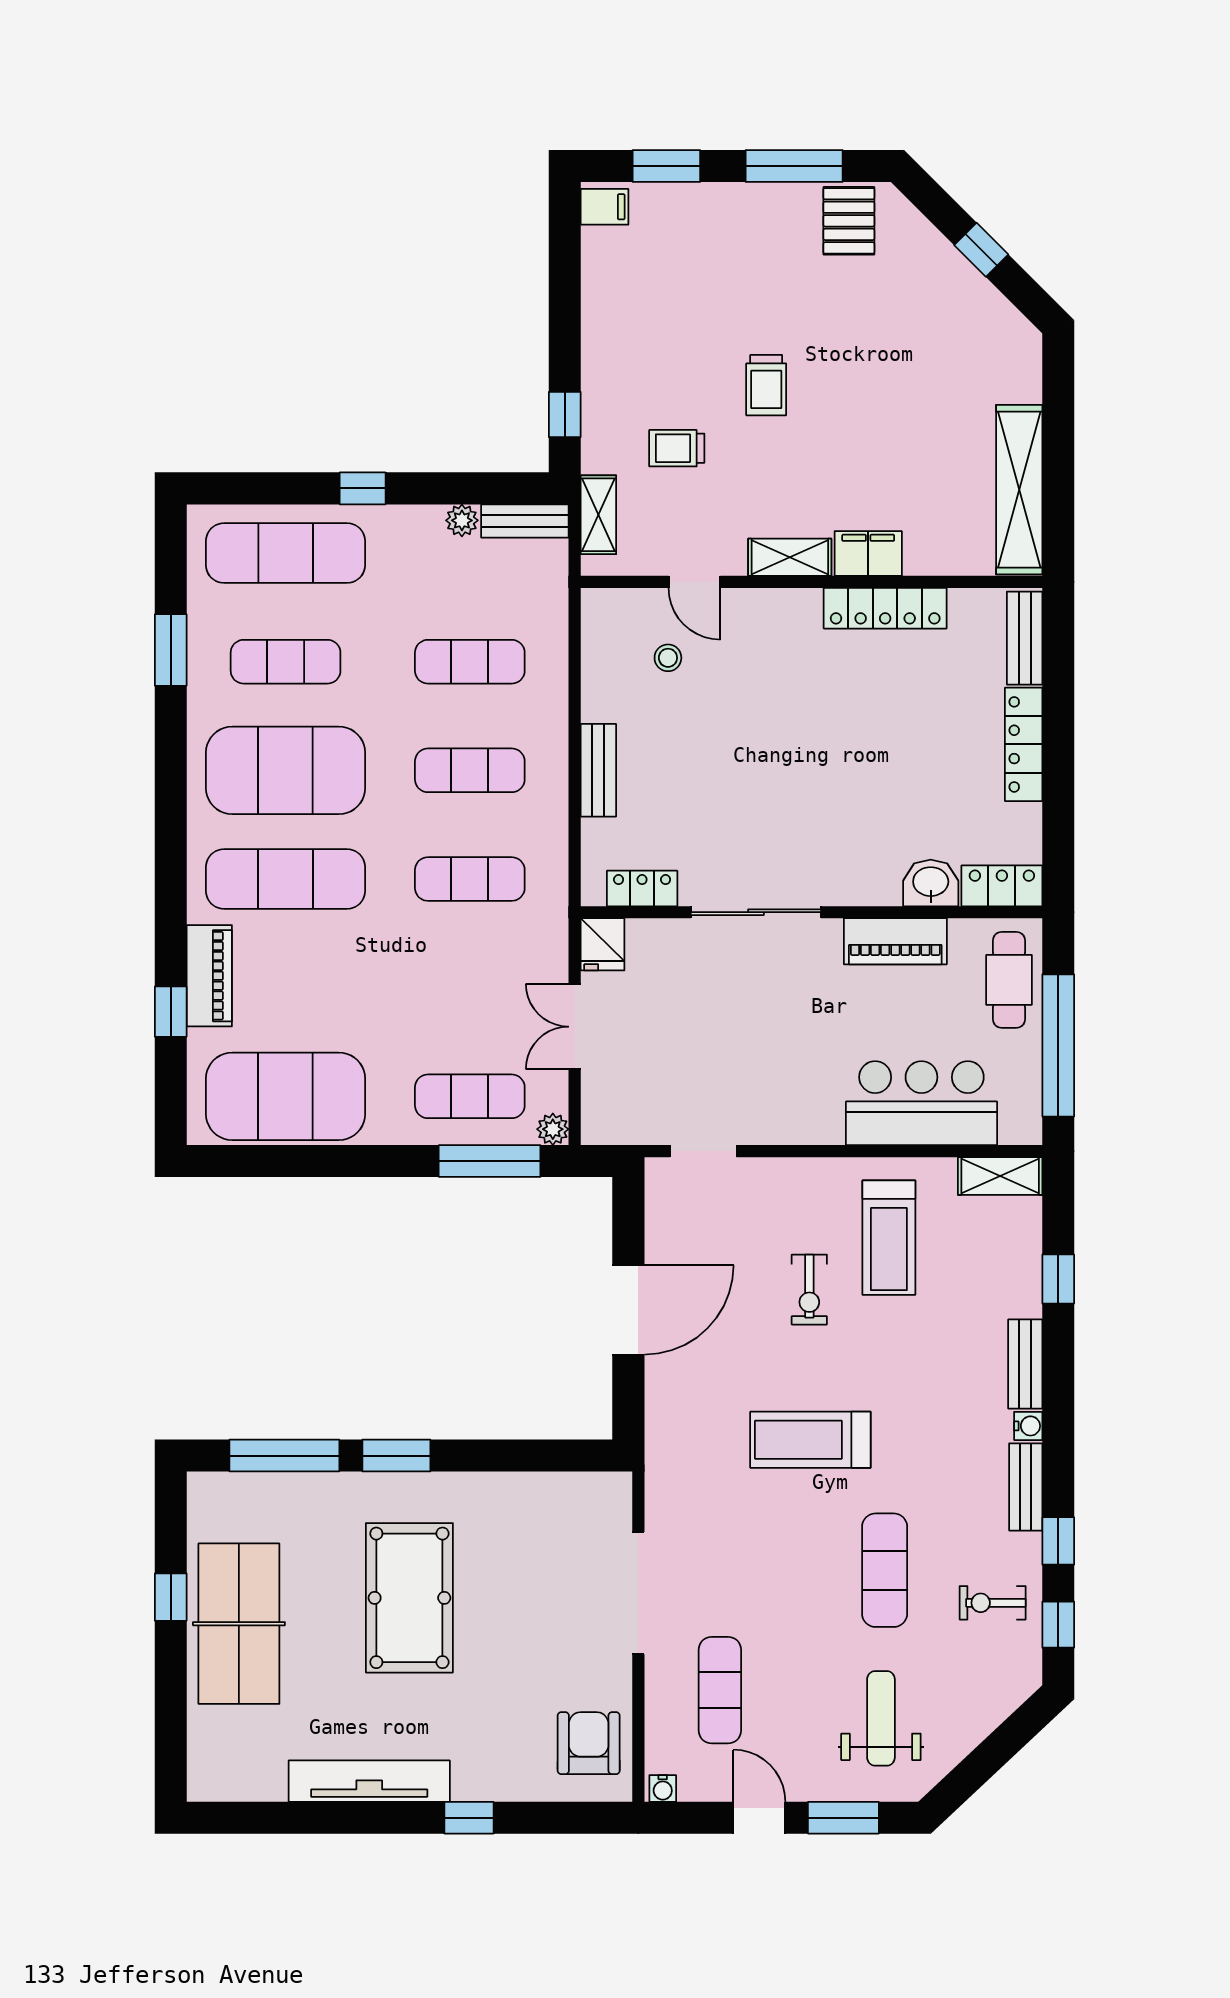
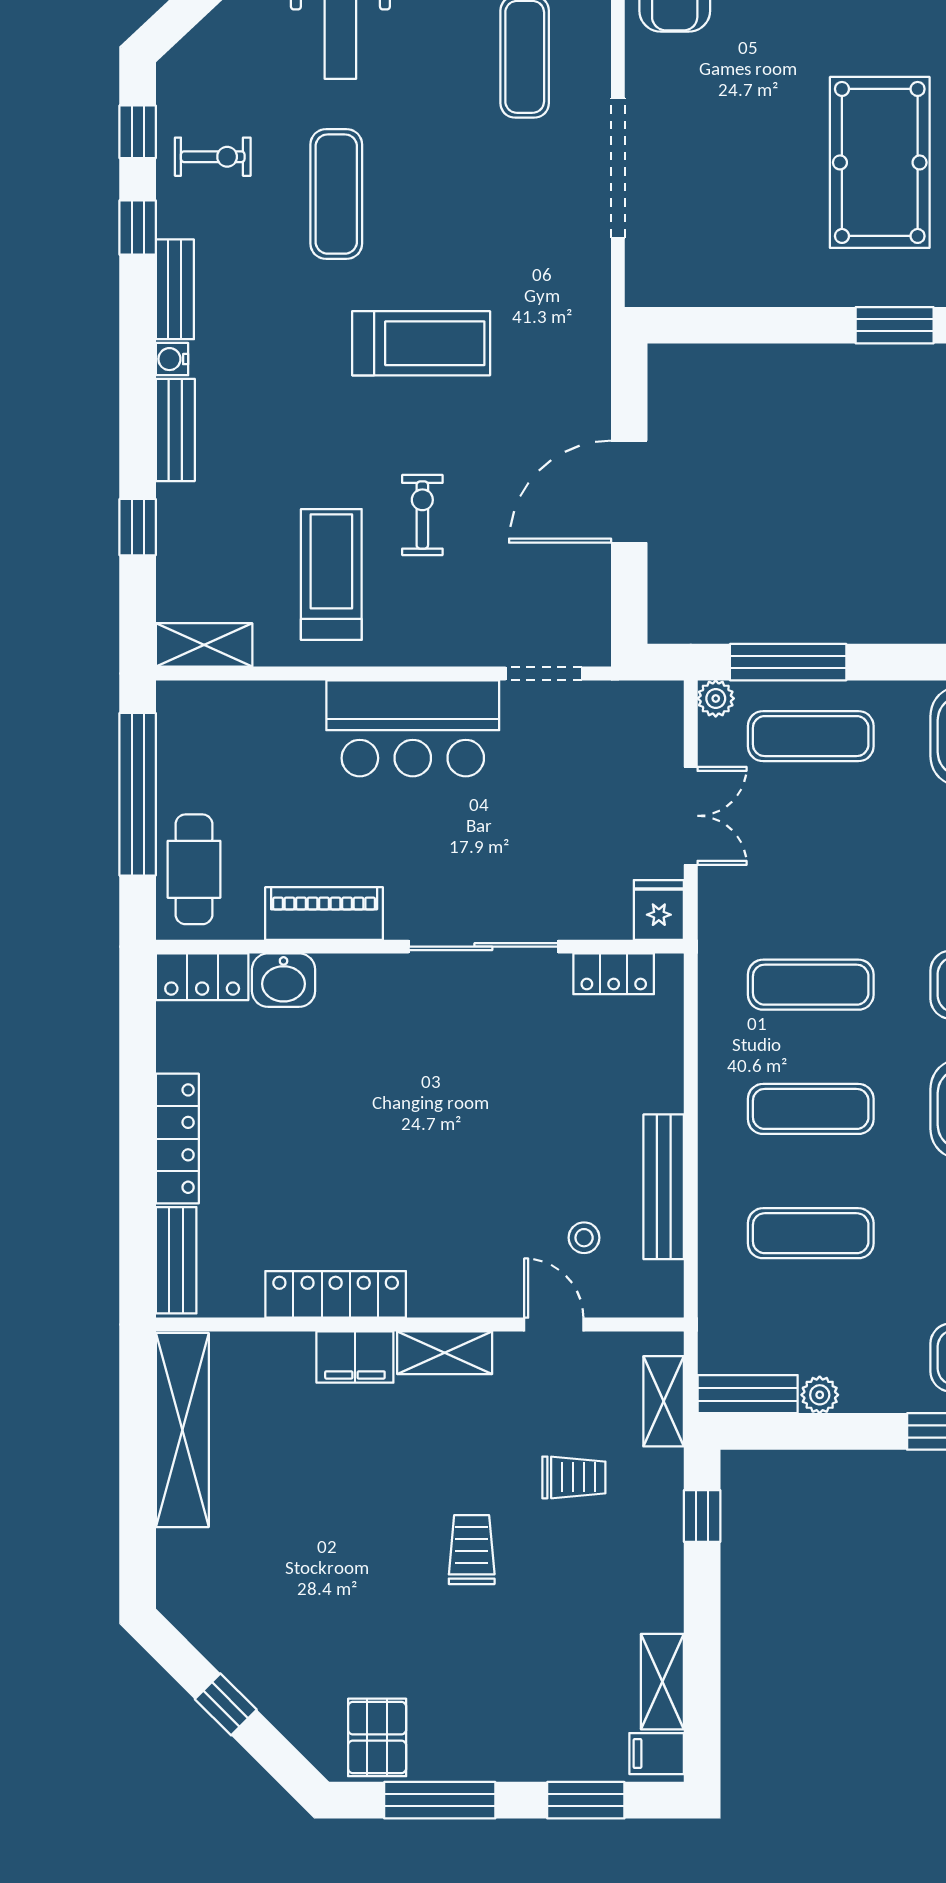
shelving: (599, 270) -> (662, 1682), added
bench: (598, 770) -> (664, 1187), moved, width x1.36
bar counter: (921, 1103) -> (413, 728), moved

